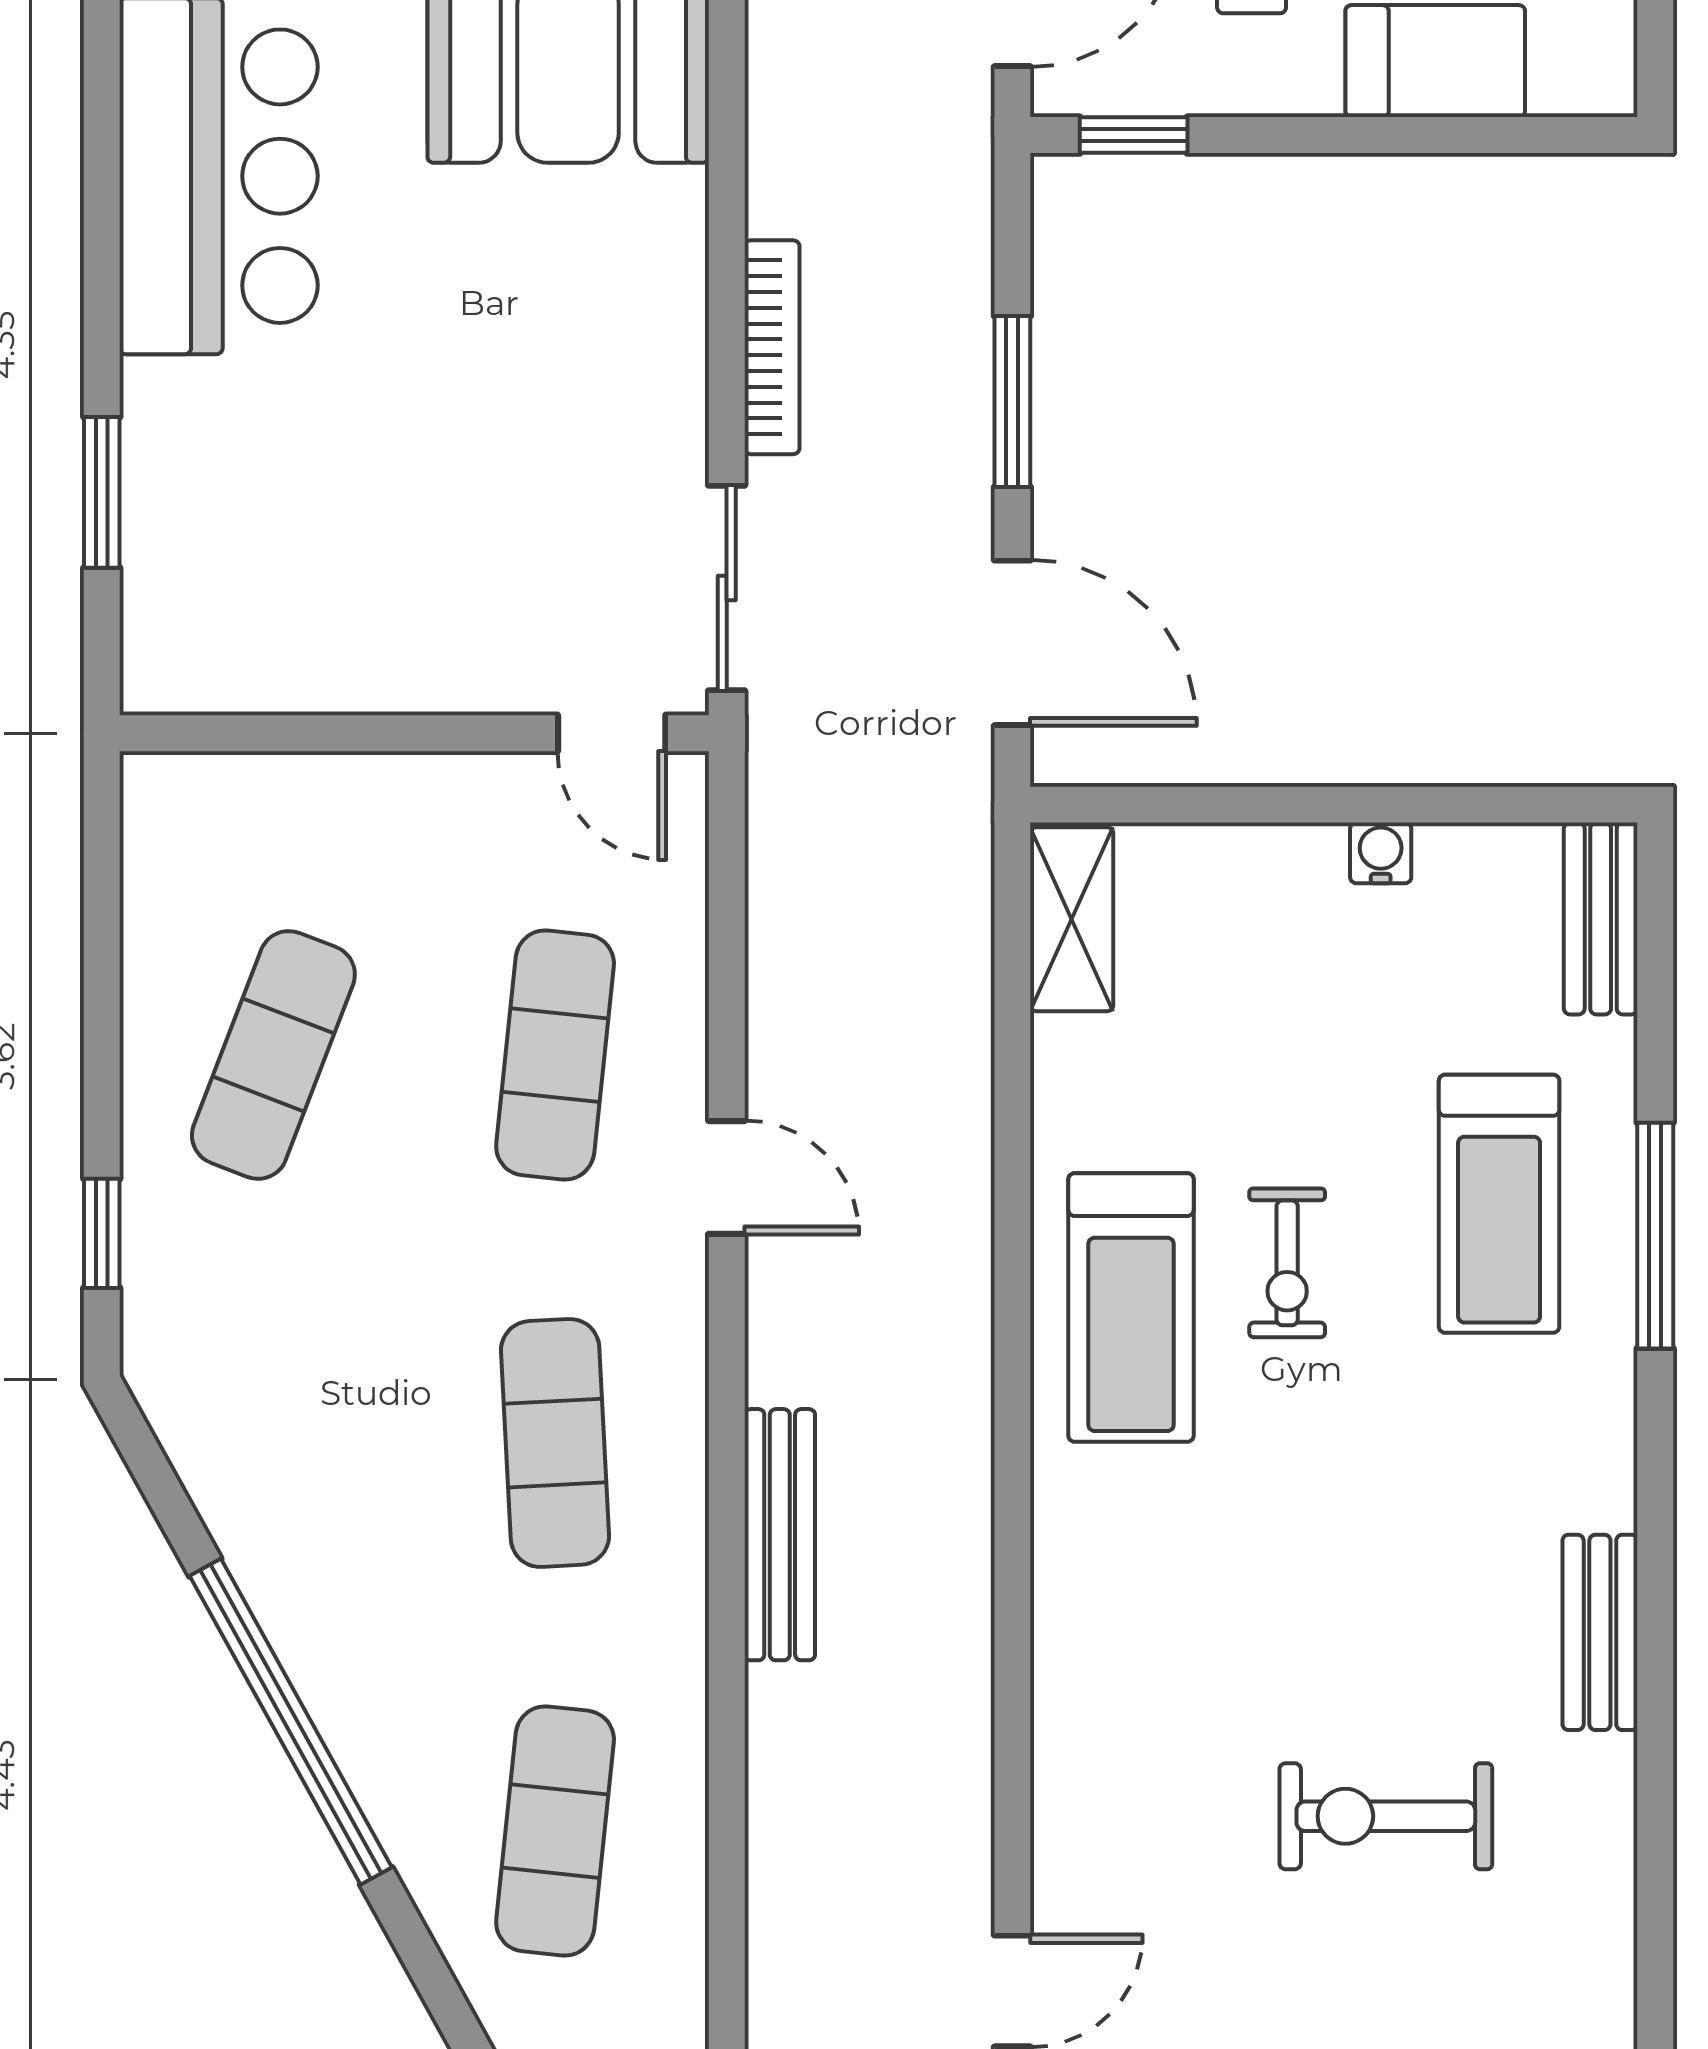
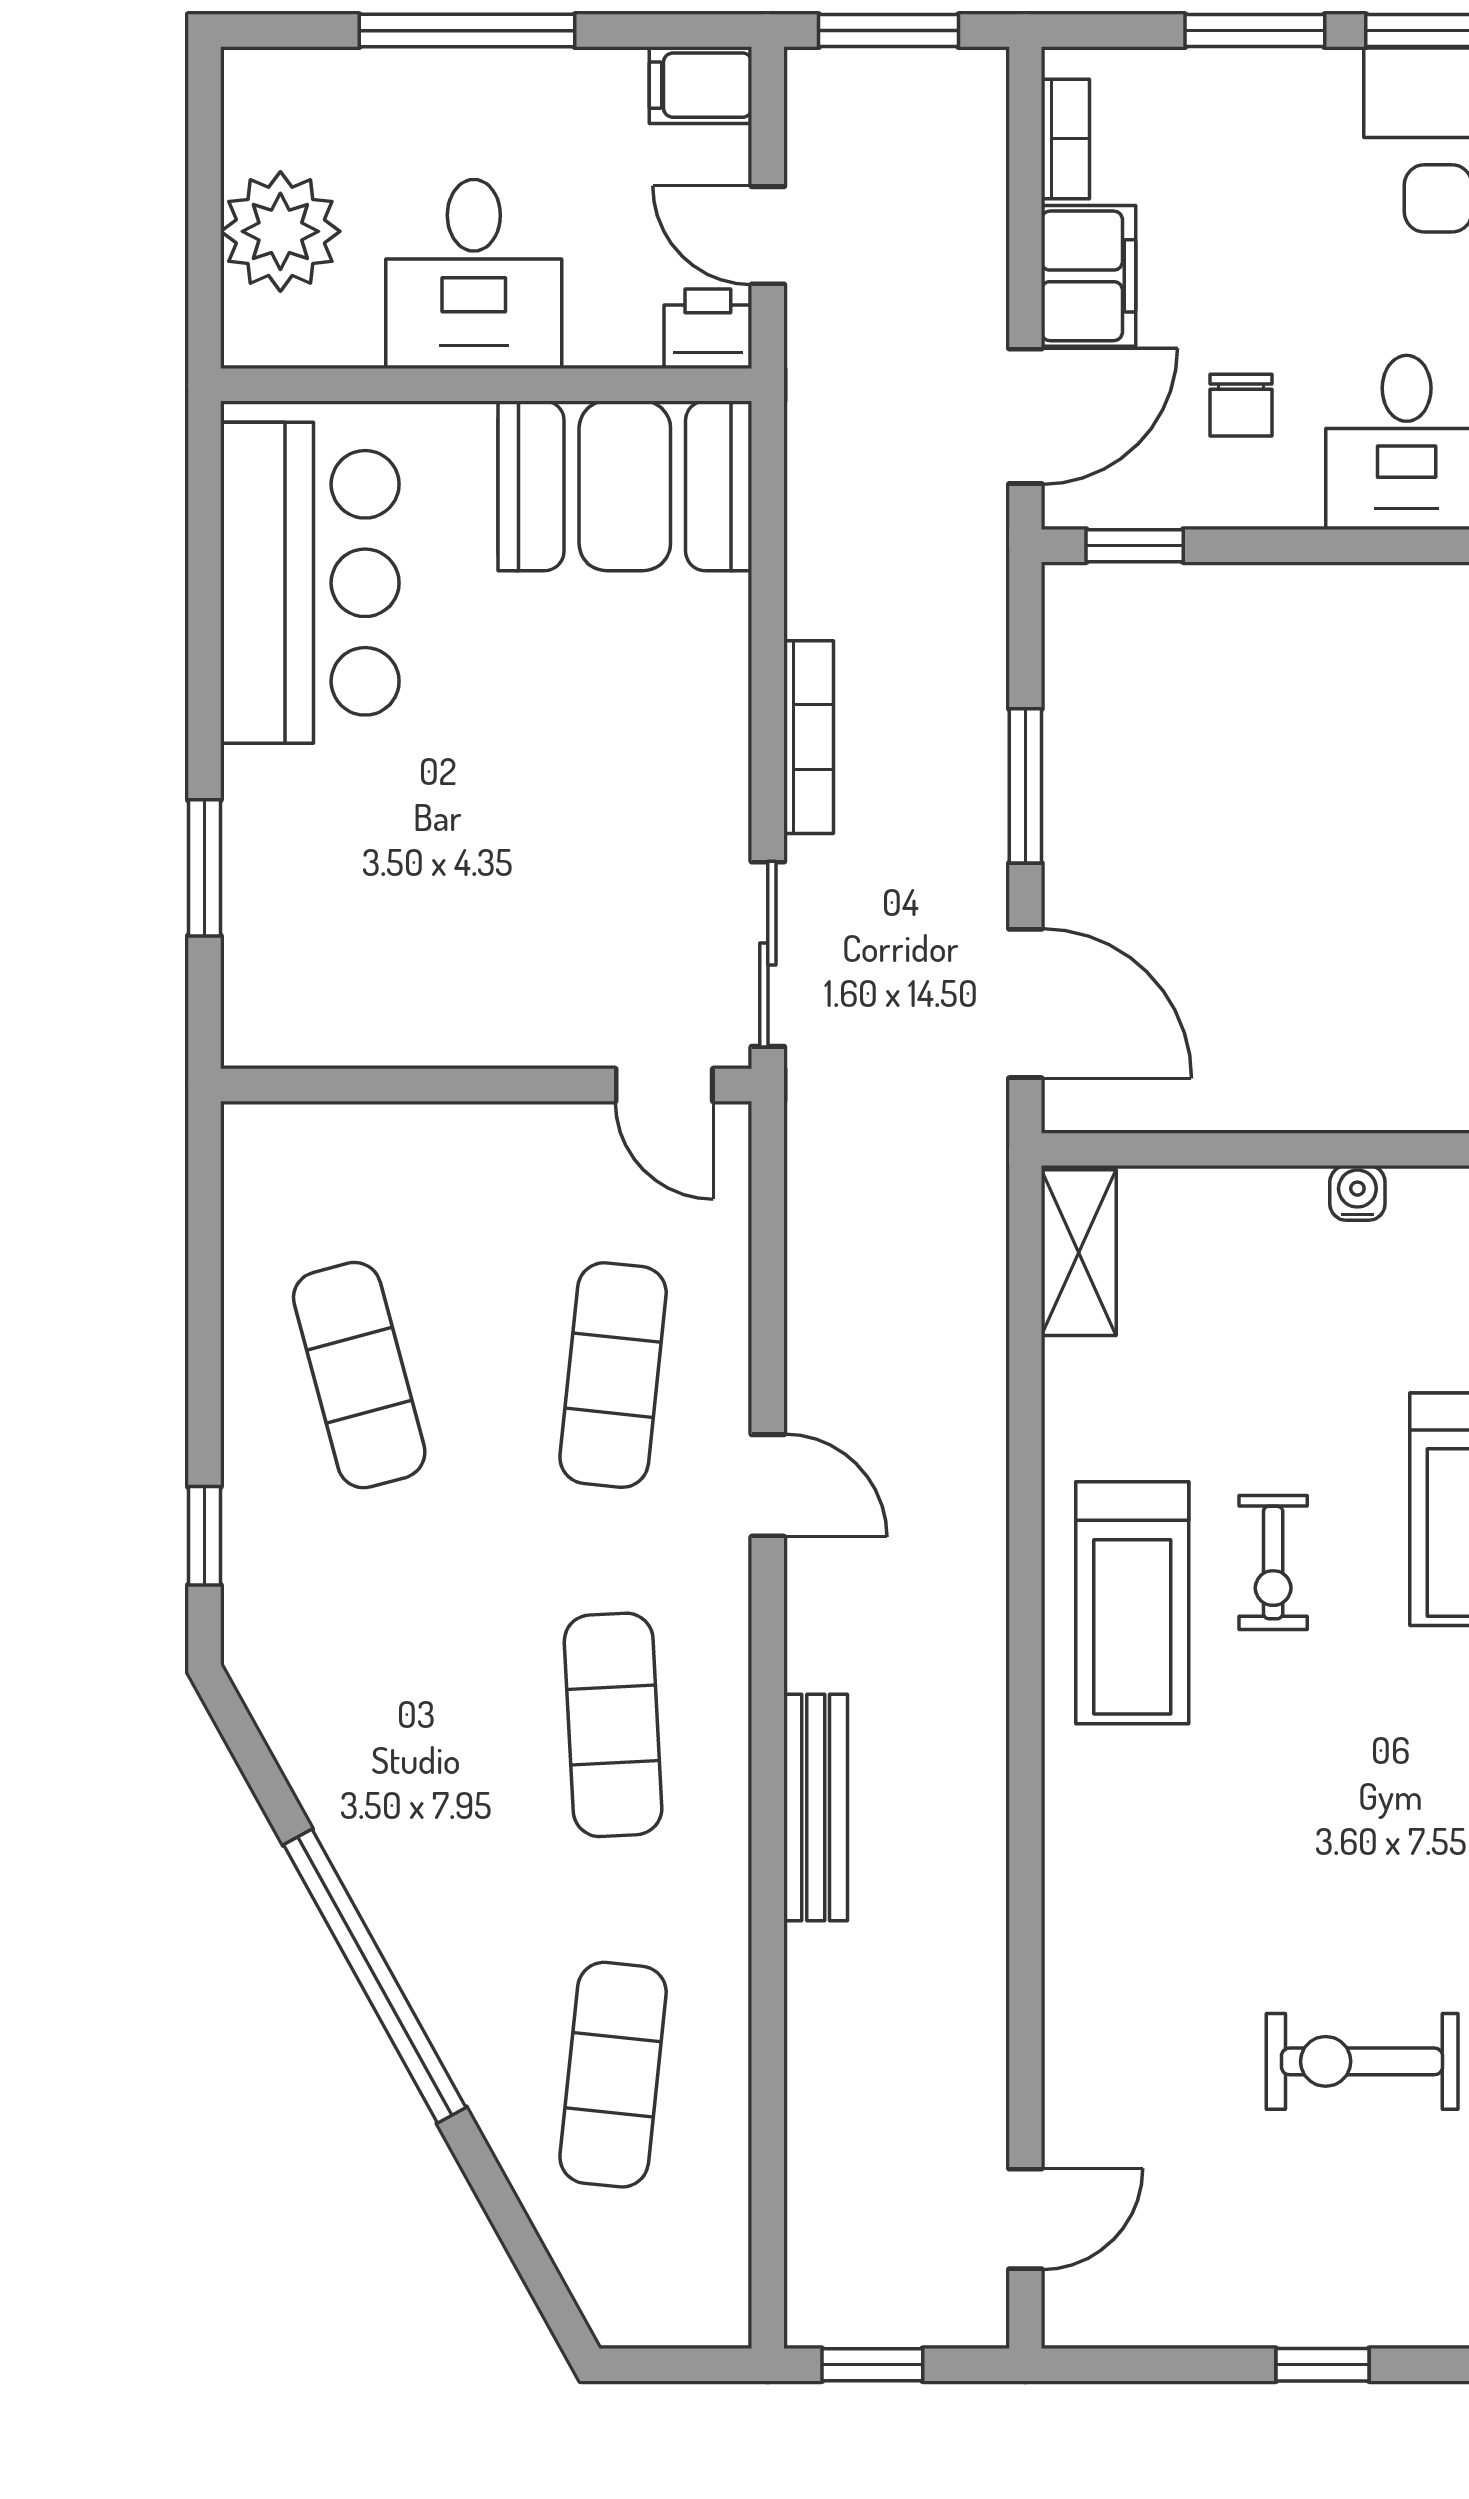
exercise mat: (273, 1055) -> (359, 1375), turned -36

